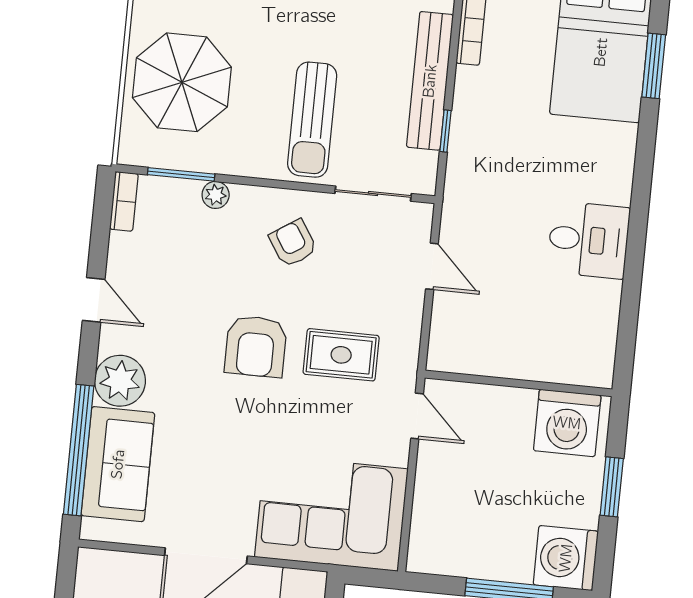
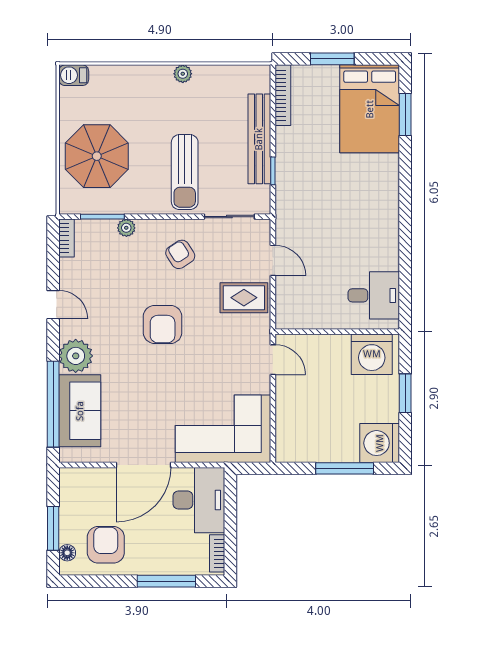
desk: (588, 240) -> (374, 295), moved
rug: (341, 355) -> (244, 298), moved

